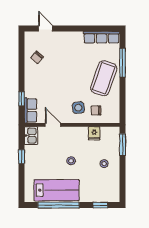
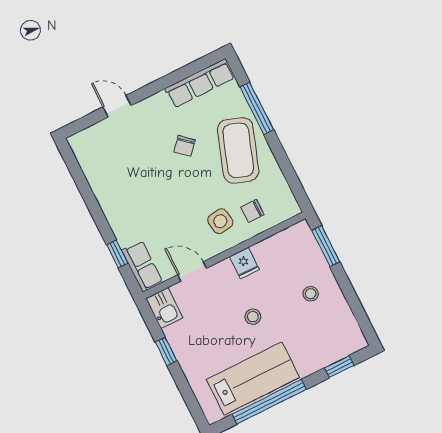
door: (45, 28) -> (117, 106), moved
chair: (37, 57) -> (185, 146), moved
fridge: (94, 133) -> (244, 263), moved

